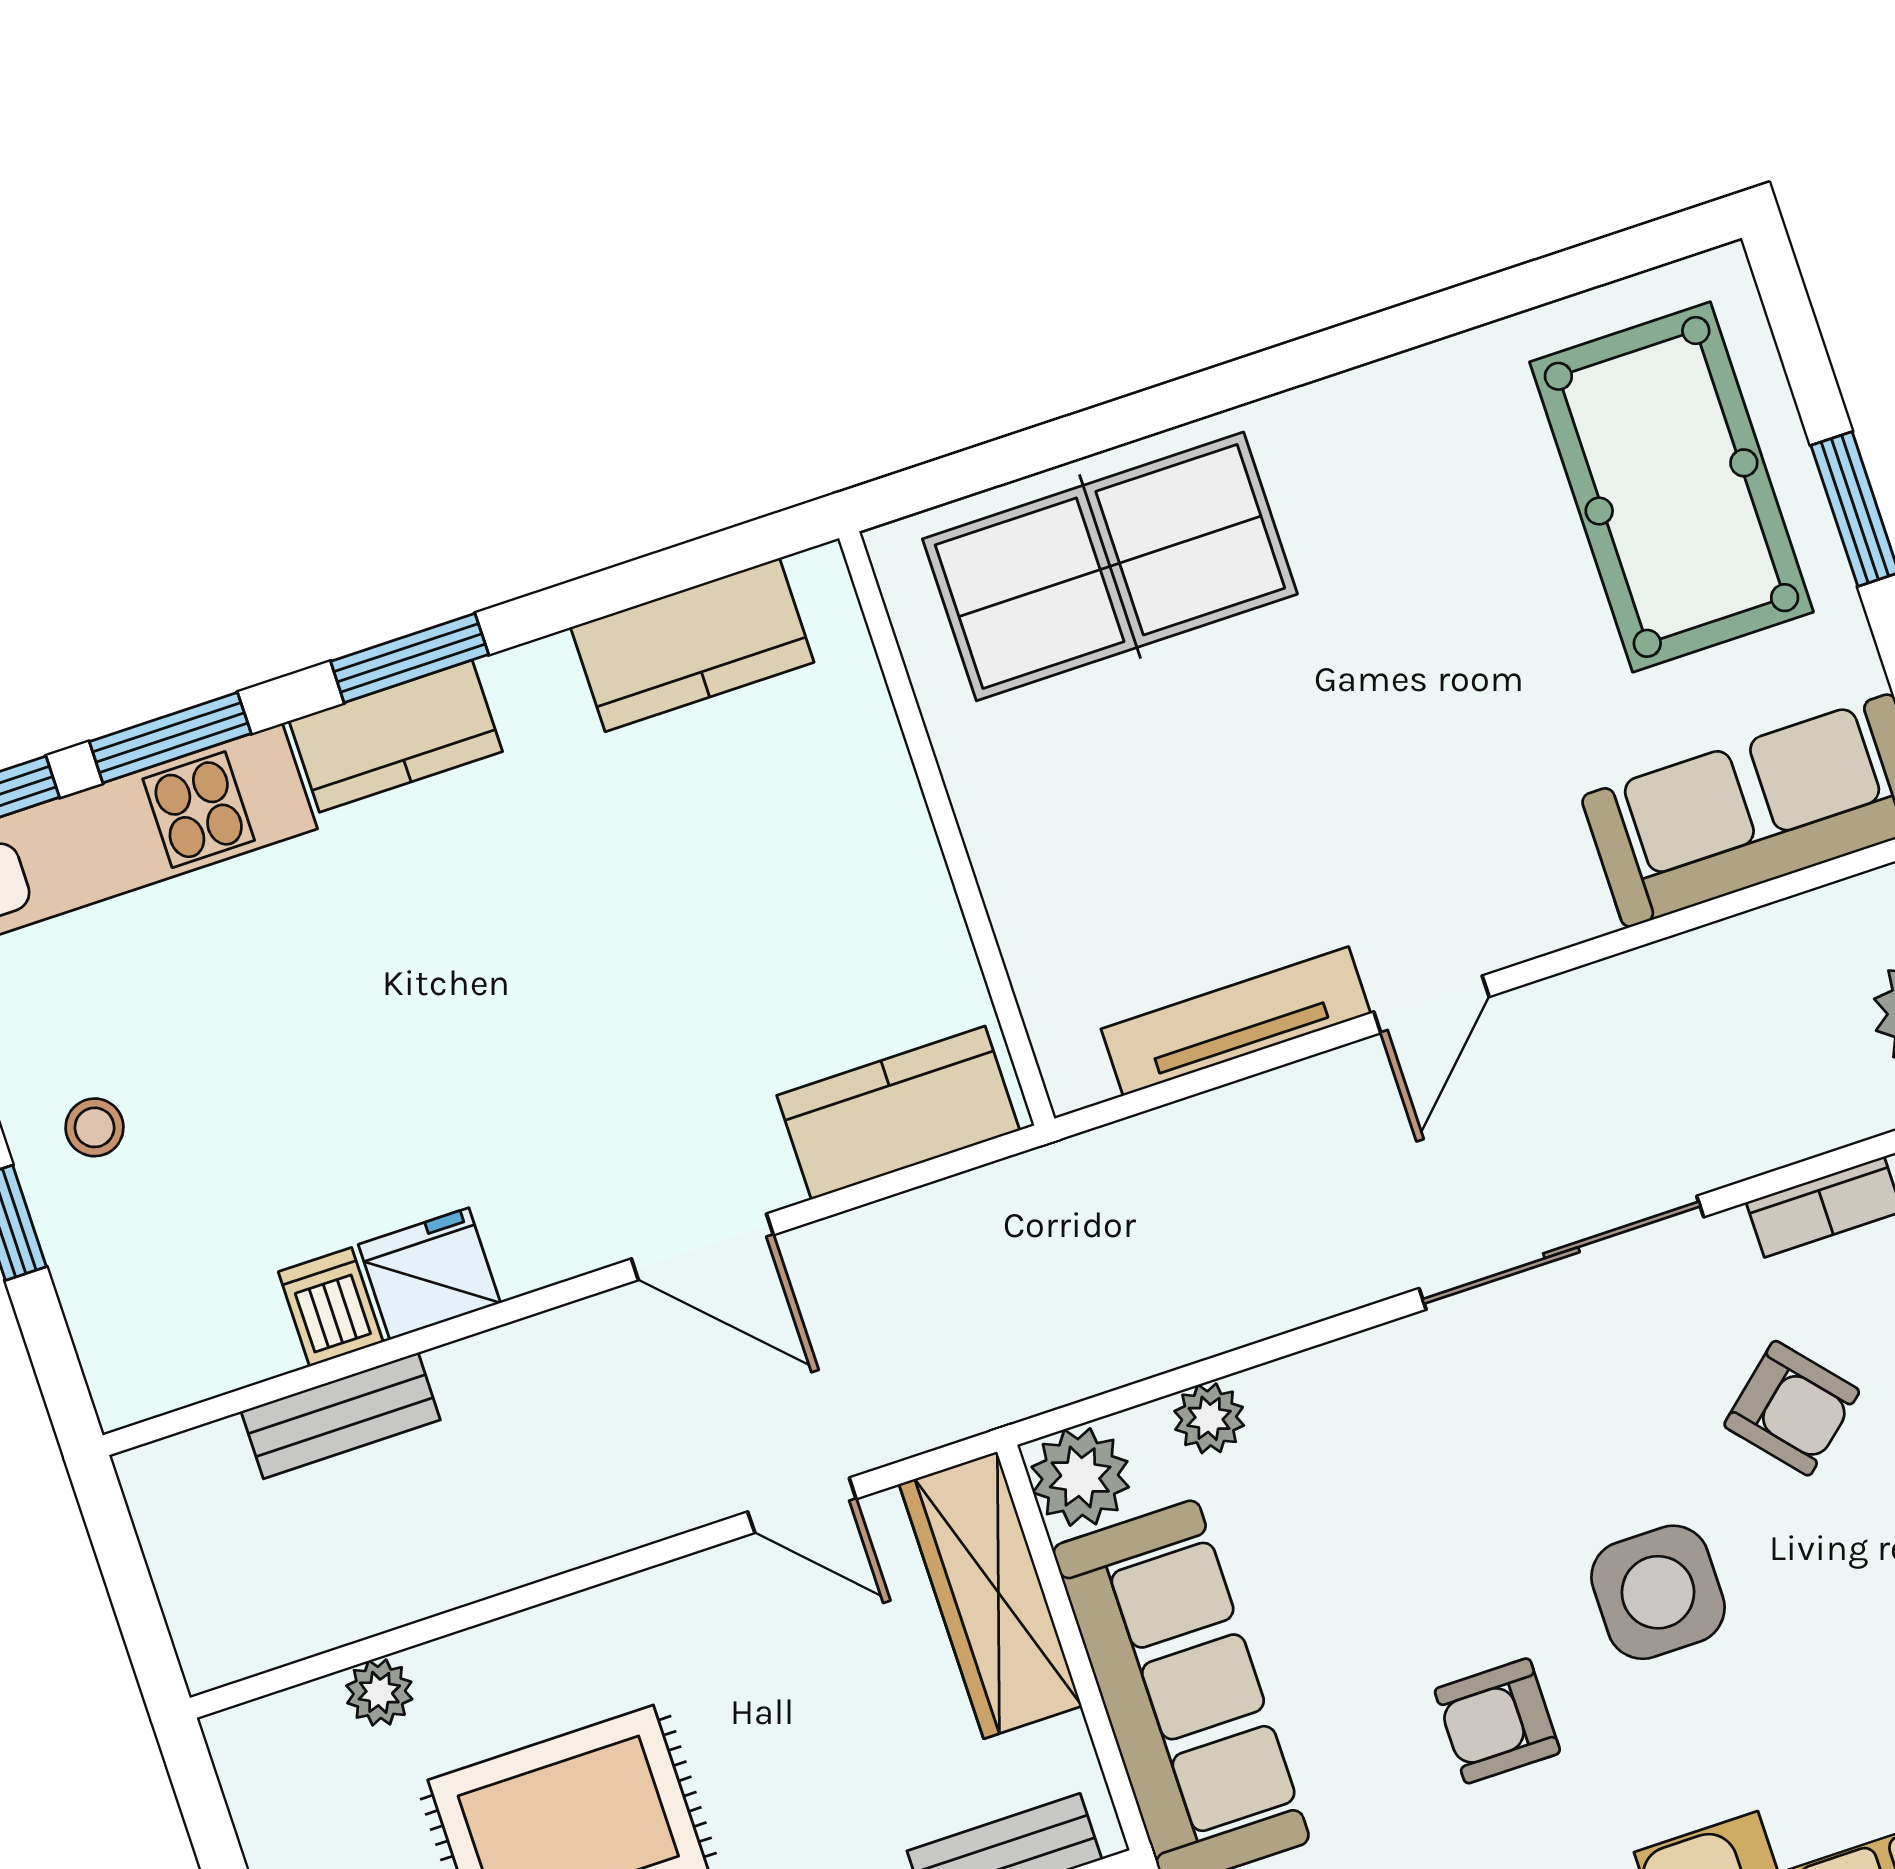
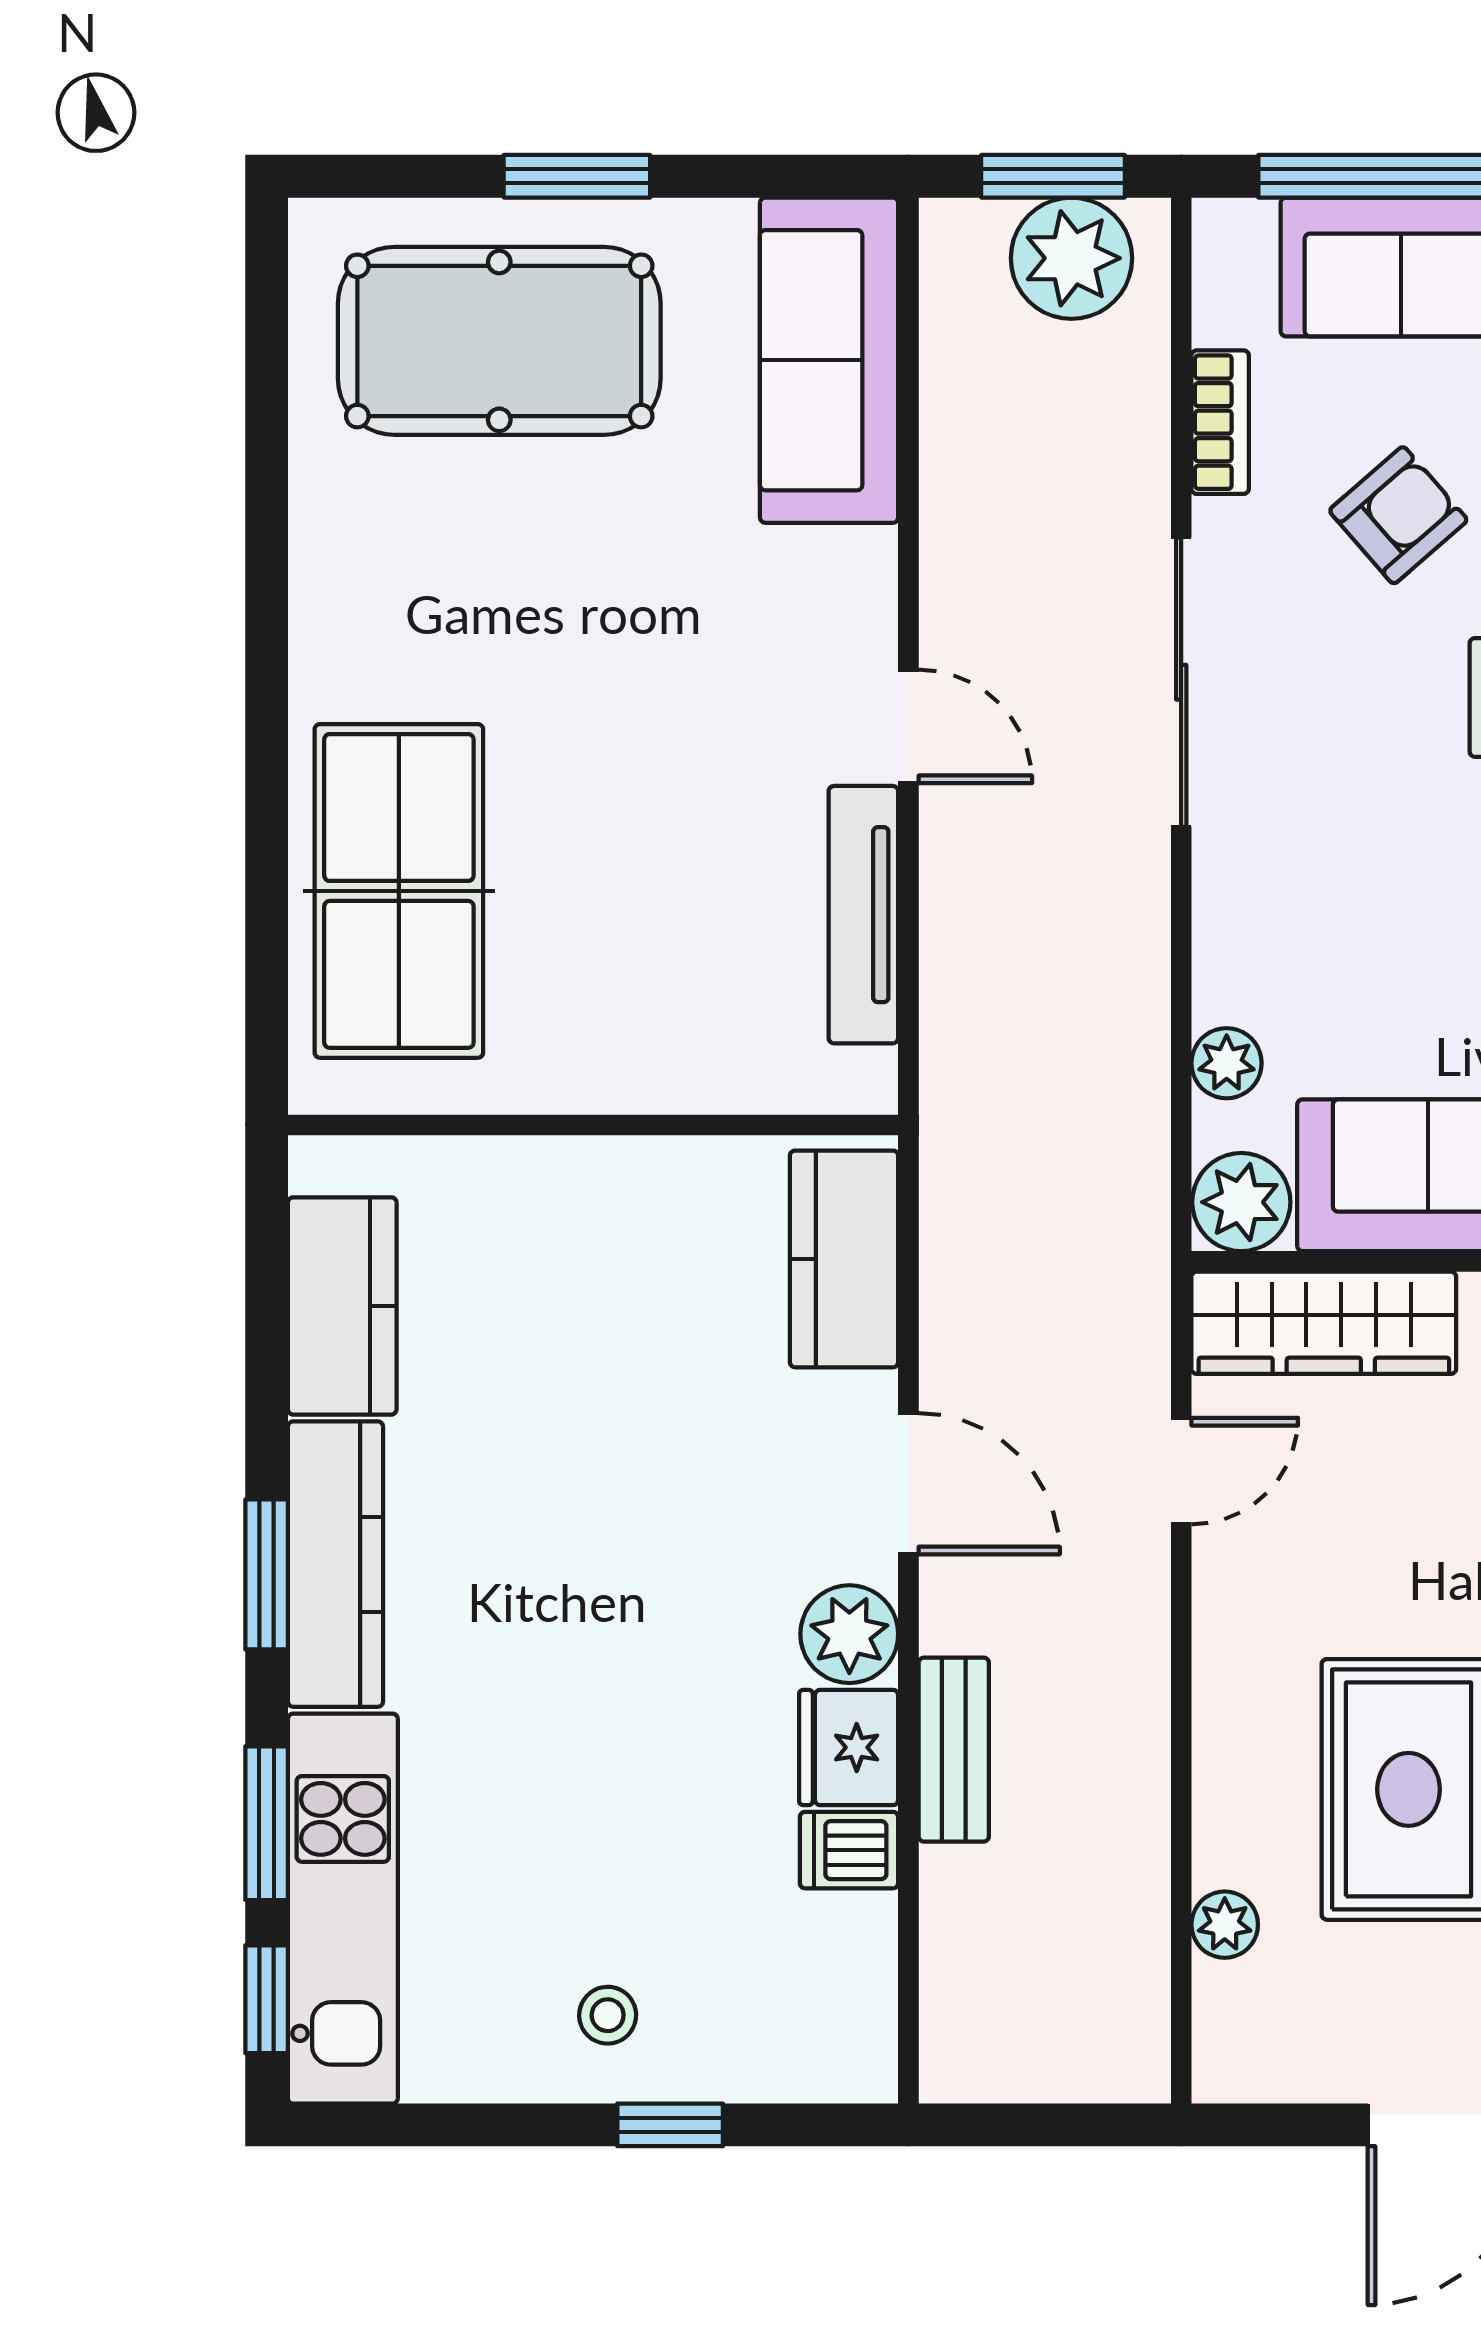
kitchen counter: (396, 736) -> (335, 1564), width x1.50
plant: (539, 1238) -> (849, 1634), added
door: (702, 1247) -> (908, 1484), hinge flipped
bench: (341, 1416) -> (954, 1750), moved

